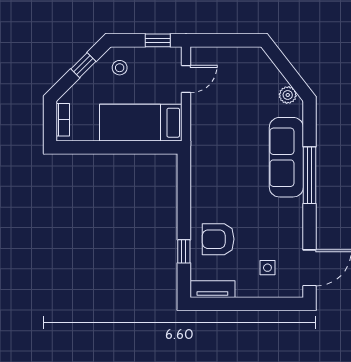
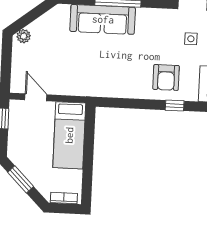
window: (83, 65) -> (21, 179), width x1.50
stool: (120, 68) -> (24, 150), removed
plant: (288, 95) -> (24, 36), moved

